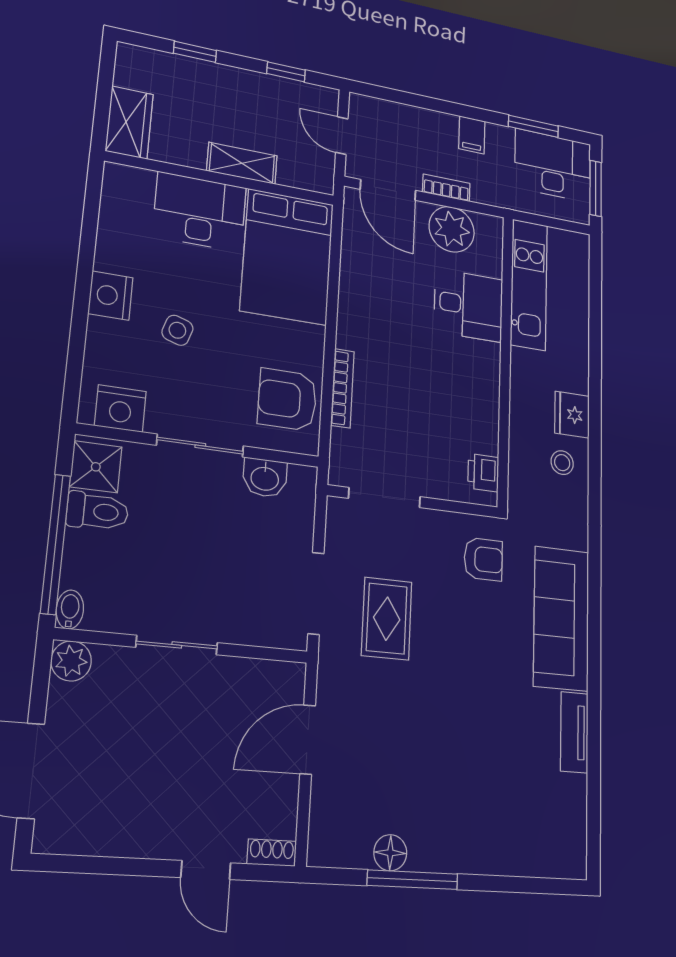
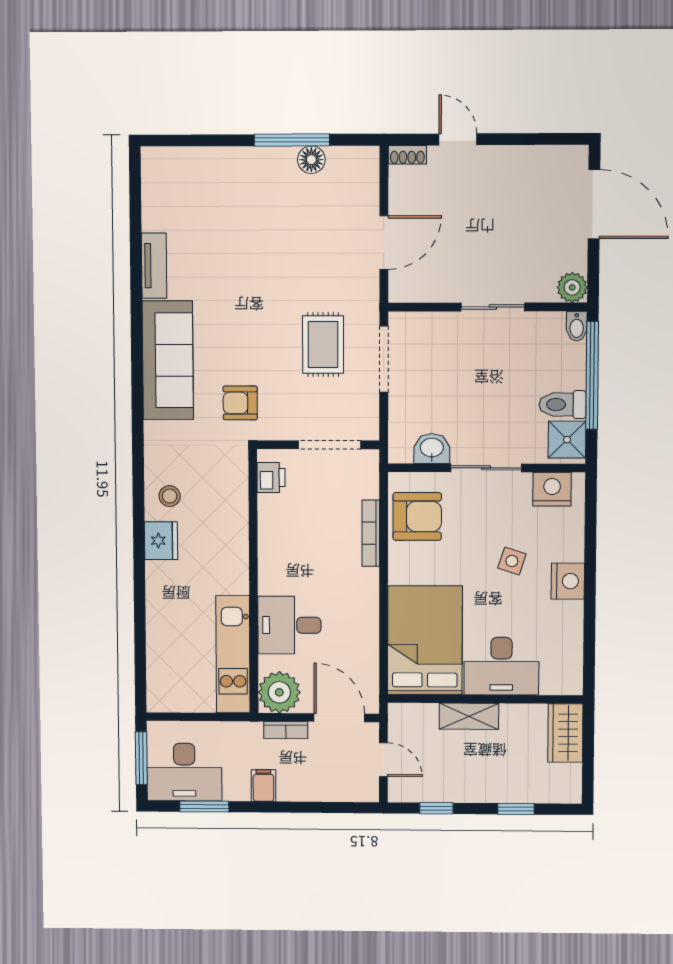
kitchen unit: (529, 284) -> (233, 654), moved
desk: (469, 305) -> (289, 625), moved
wall: (505, 359) -> (253, 582), moved
printer: (483, 473) -> (271, 478), moved

